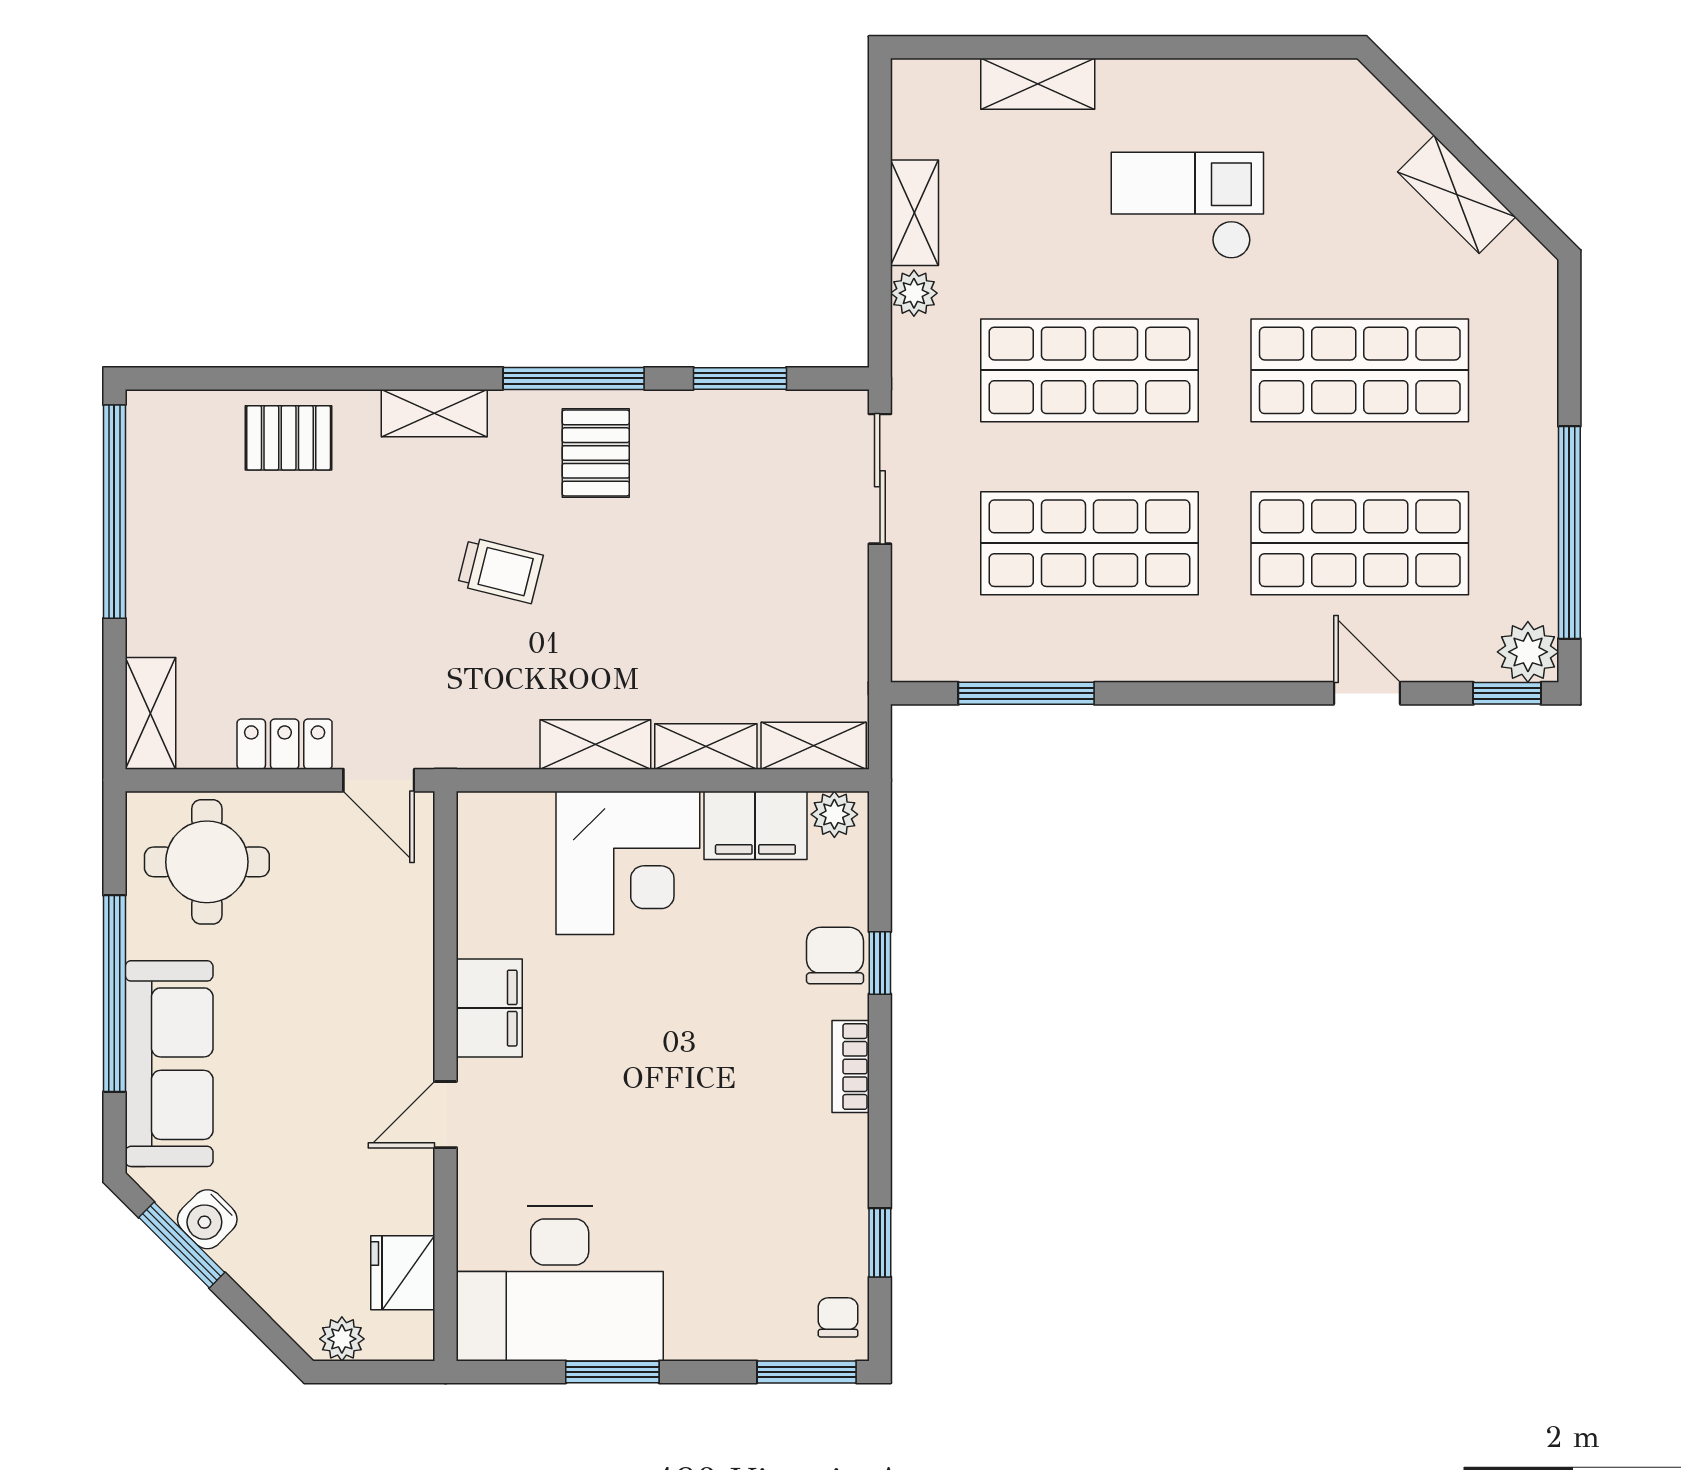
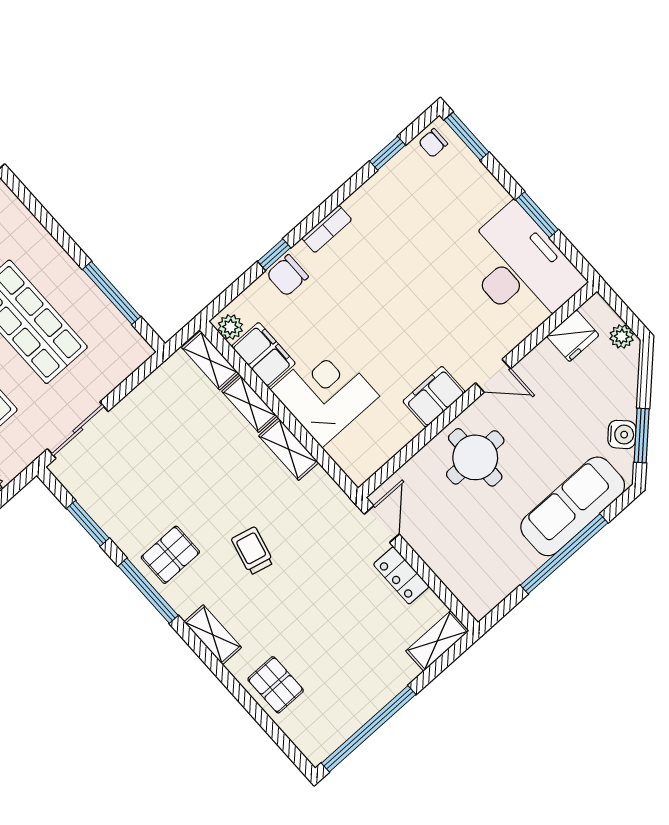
round table: (207, 862) -> (475, 457), moved

